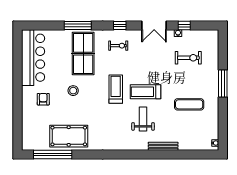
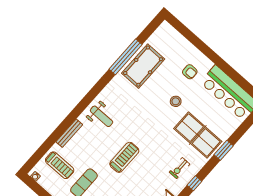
window: (78, 26) -> (224, 150), width x0.69
treadmill: (116, 89) -> (60, 165), moved
weight bench: (143, 119) -> (102, 116), moved
window: (53, 154) -> (126, 57), moved

